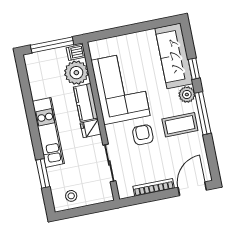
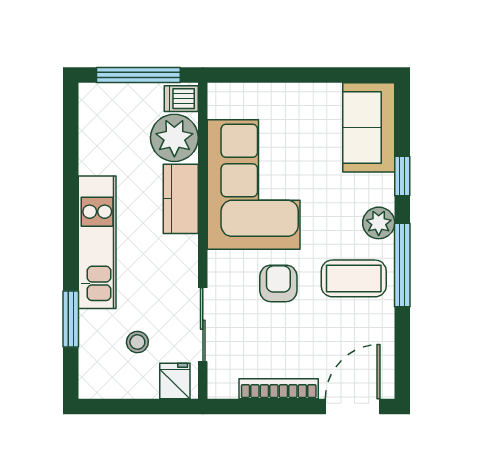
sofa: (174, 56) -> (369, 127), width x0.73
fridge: (91, 129) -> (175, 381), moved, turned 90
stool: (71, 196) -> (137, 342), moved

